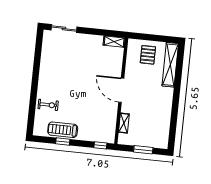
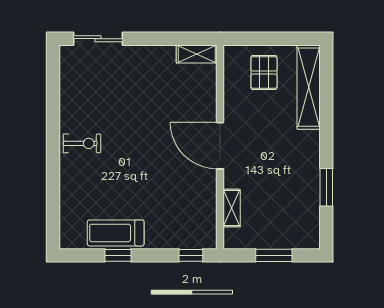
exercise bike: (48, 105) -> (82, 143), moved
window: (174, 117) -> (326, 187), added

